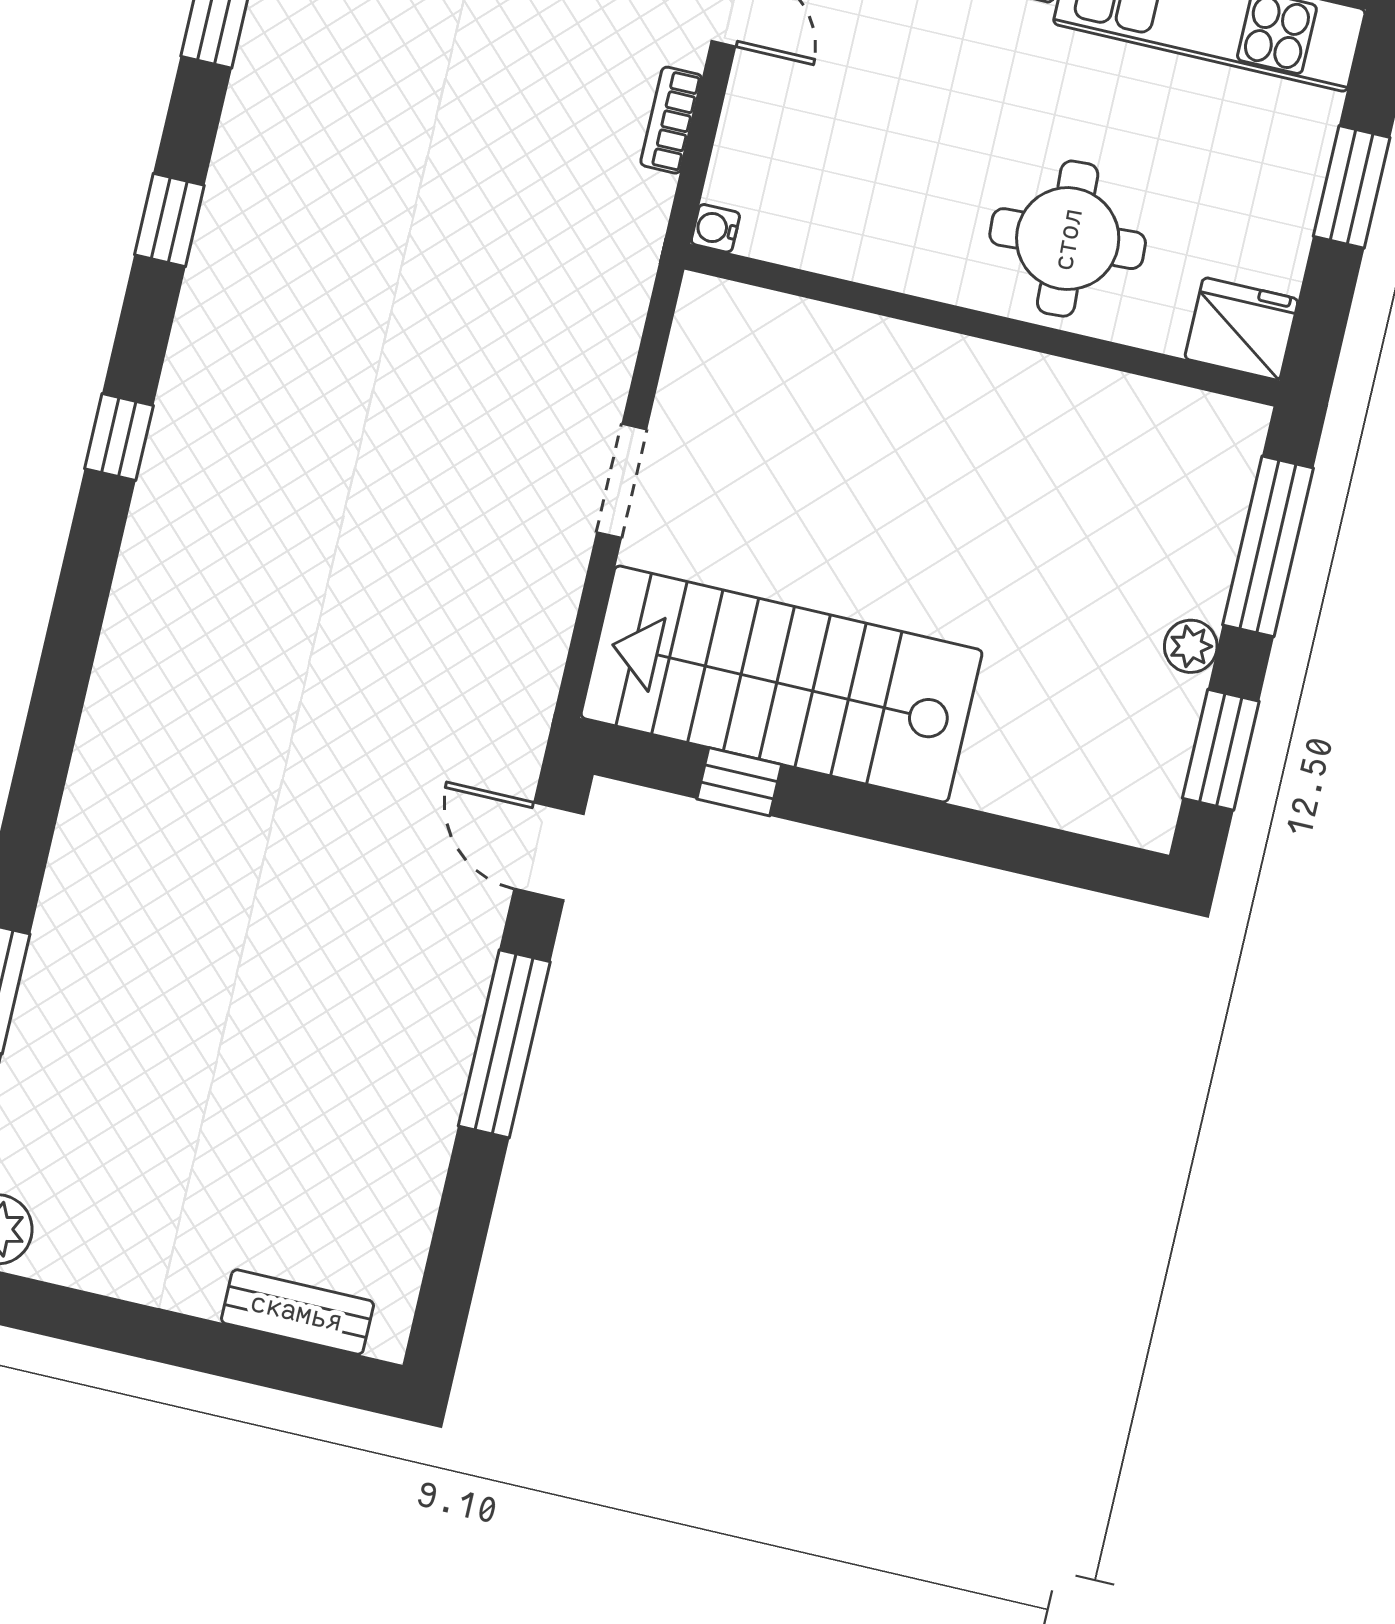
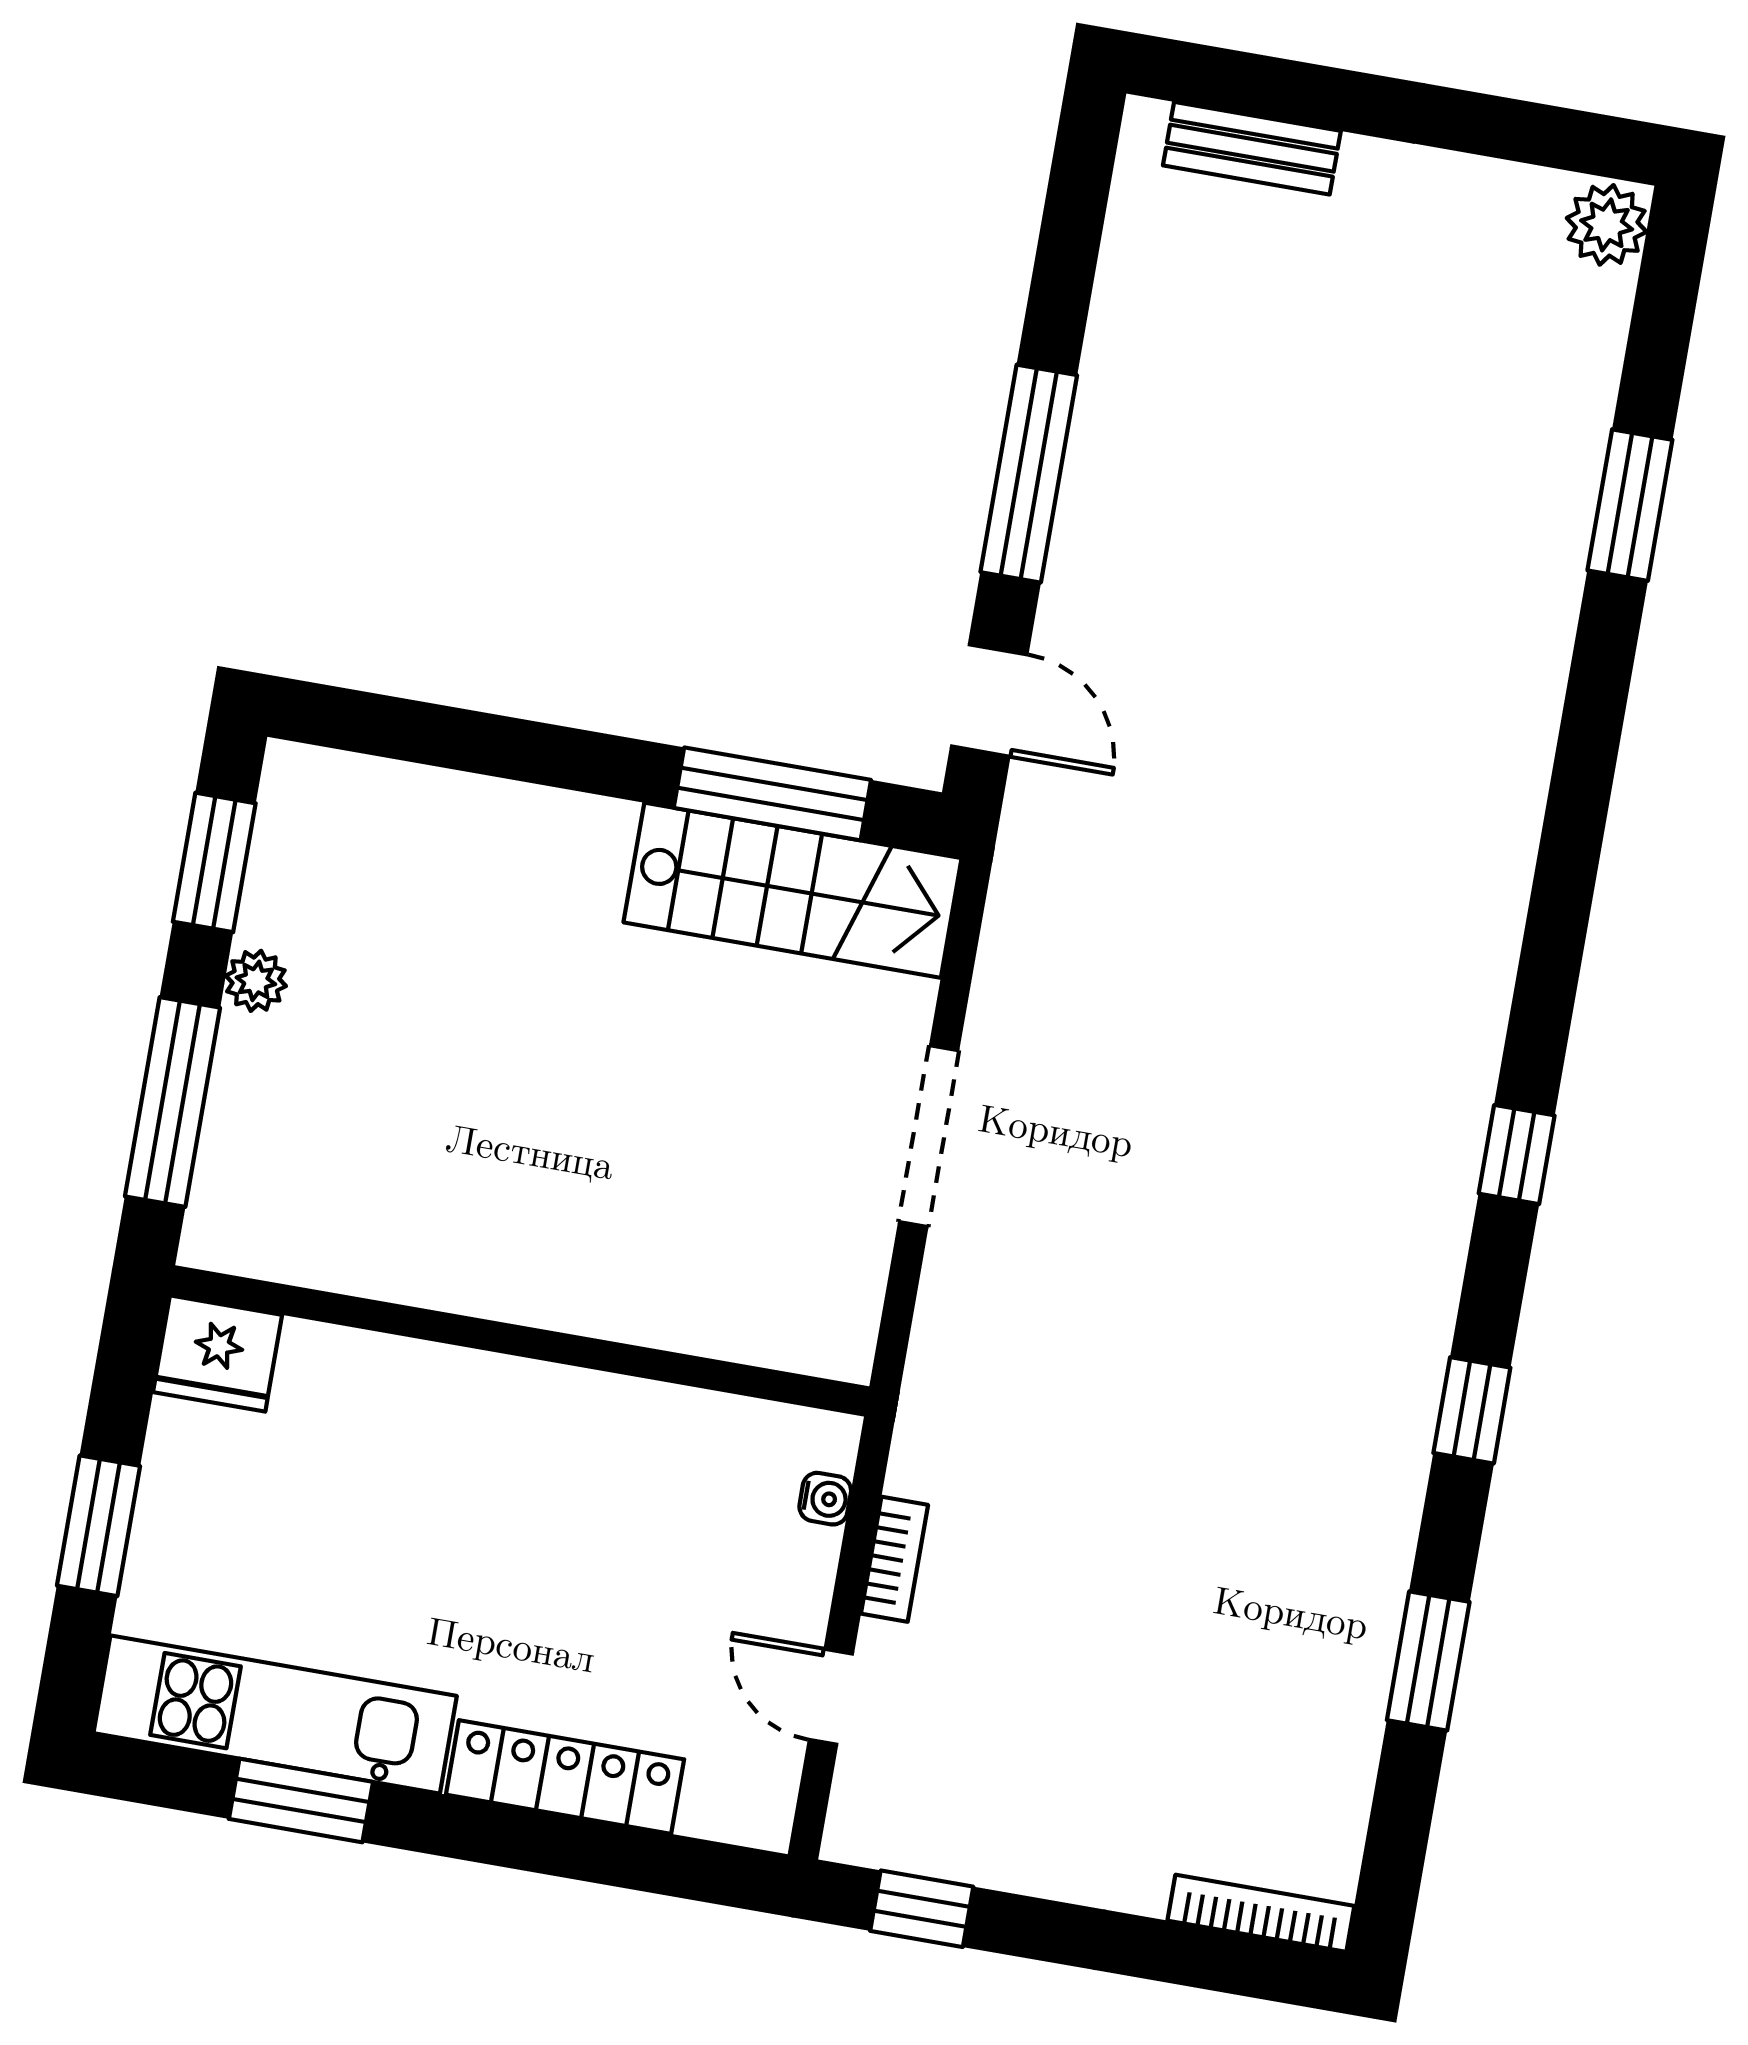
water cooler: (715, 228) -> (825, 1499), moved
round table: (1068, 239) -> (426, 1447), removed
doorway: (622, 481) -> (929, 1136), width x1.38
stairs: (781, 684) -> (793, 890), width x0.73, depth x0.66
window: (739, 782) -> (772, 794), width x2.17

